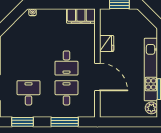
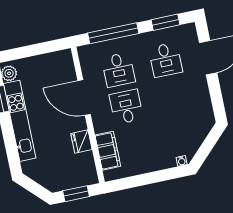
filing cabinet: (81, 16) -> (108, 151), moved, turned 90
window: (65, 122) -> (113, 33), width x1.46

